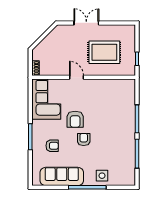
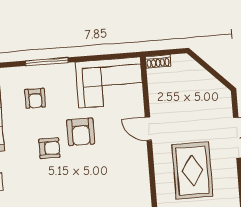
door: (76, 77) -> (148, 129), swing flipped
armchair: (75, 119) -> (81, 132), turned -90

